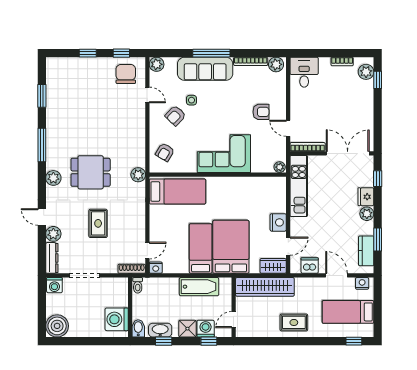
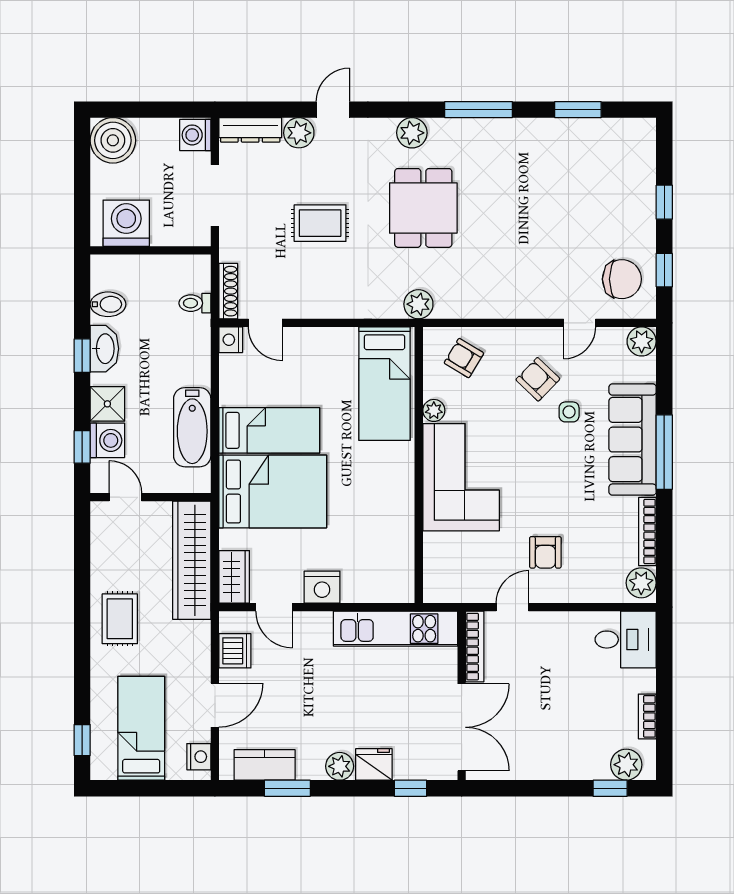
plant: (280, 167) -> (434, 410), moved
wall: (130, 307) -> (151, 250), moved
washing machine: (117, 319) -> (126, 223), moved

